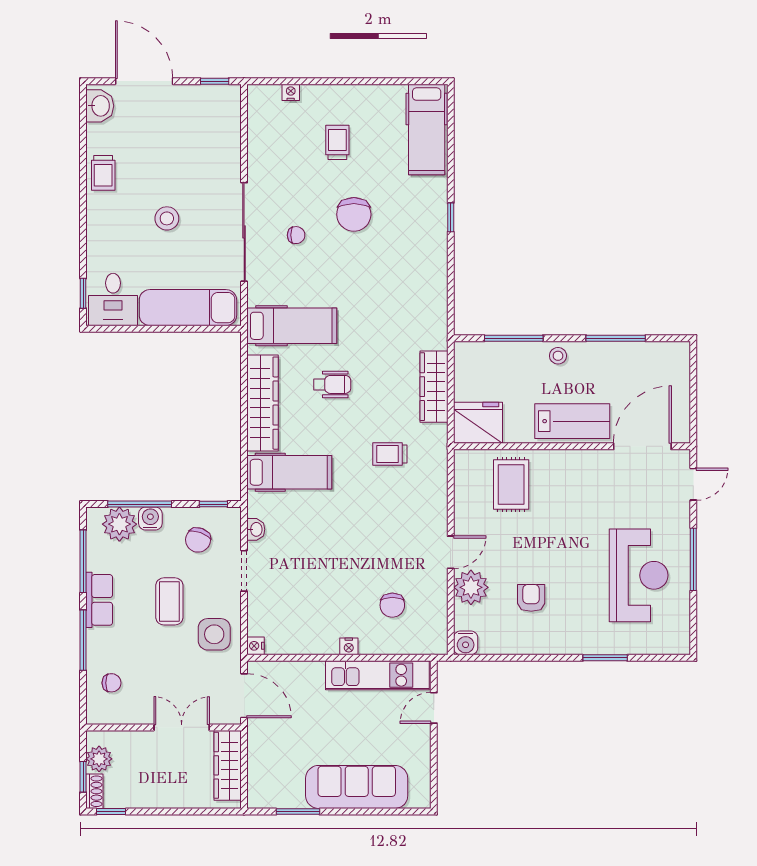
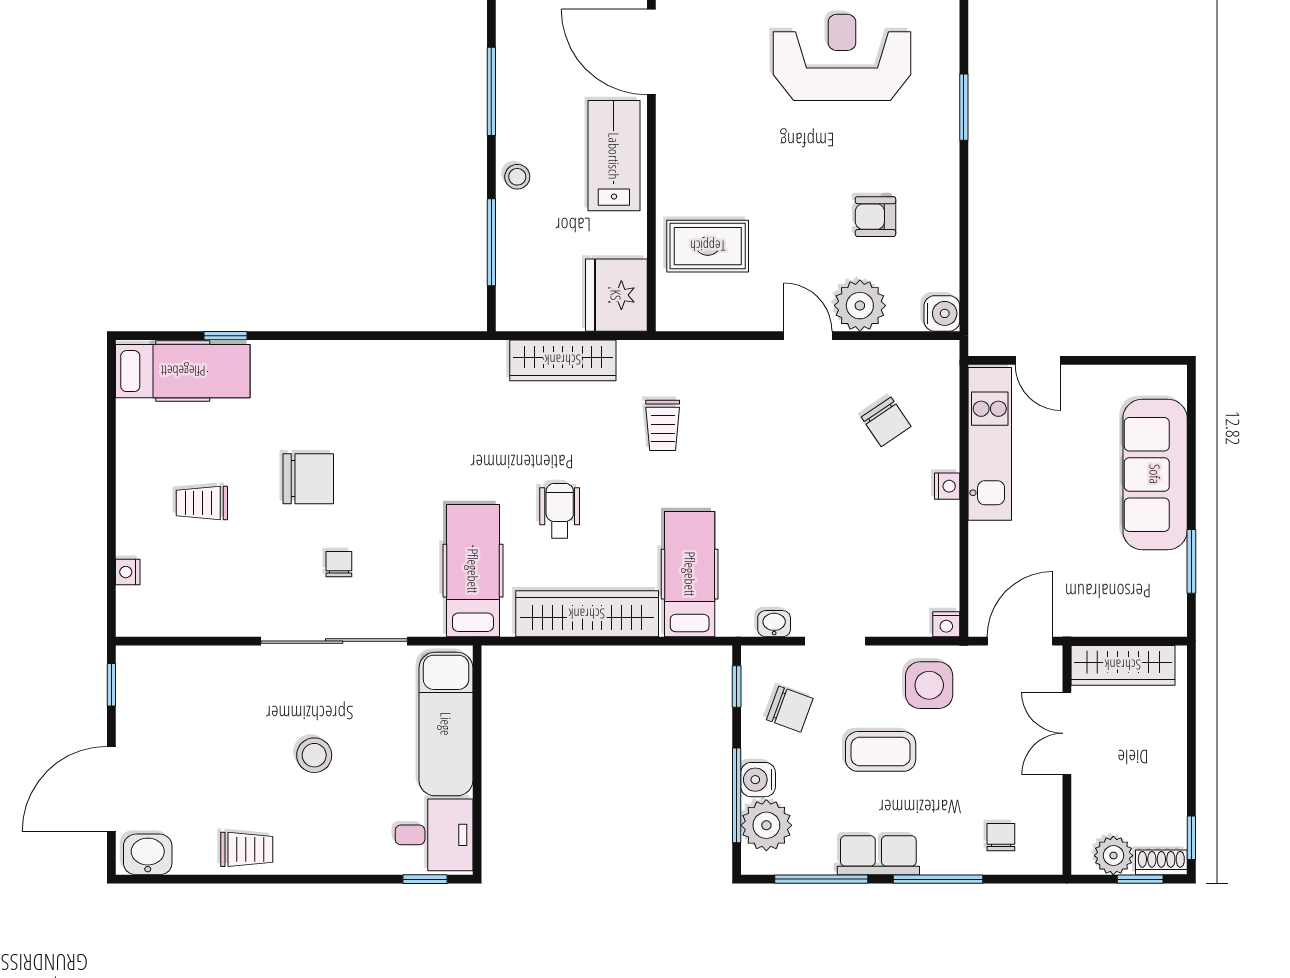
window: (451, 217) -> (225, 336), moved
chair: (392, 605) -> (886, 422), turned 56

